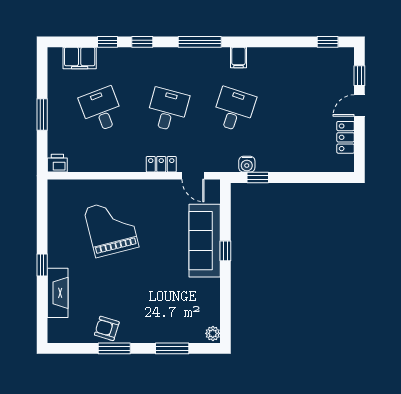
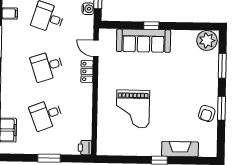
desk: (168, 110) -> (47, 66), turned -33
door: (193, 176) -> (96, 48), swing flipped
grand piano: (111, 228) -> (133, 109), turned -76
plant: (213, 333) -> (207, 40), width x1.88, depth x1.88

